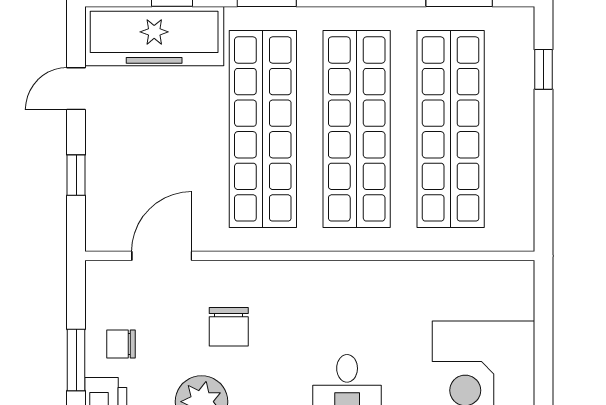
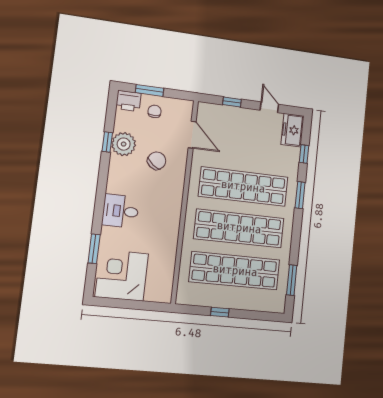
freezer: (154, 36) -> (292, 130), width x0.52, depth x0.79
window: (543, 69) -> (220, 312), moved
chair: (229, 327) -> (157, 161), turned 129

